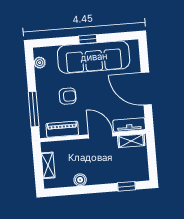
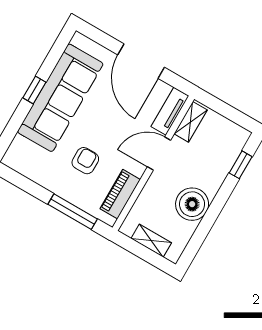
plant: (40, 63) -> (23, 166), removed
door: (146, 89) -> (141, 61), hinge flipped
boiler: (80, 180) -> (192, 204), width x1.86, depth x1.86

